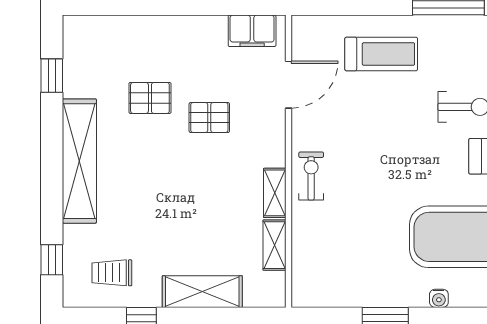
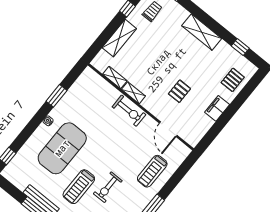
filing cabinet: (252, 31) -> (217, 108), moved
pallet: (150, 98) -> (233, 80), moved
shelving: (79, 161) -> (202, 32), width x0.68
exercise bike: (311, 176) -> (129, 111), width x1.38, depth x1.39

